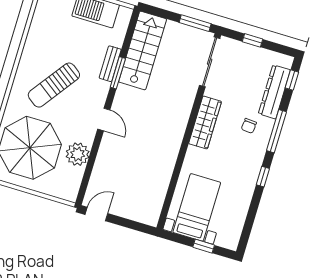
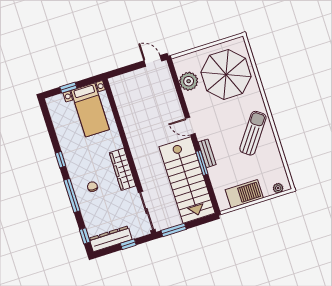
stairs: (143, 50) -> (187, 180), width x1.36, depth x1.51
bench: (110, 64) -> (207, 153), moved
sun lounger: (54, 85) -> (253, 133), moved
dresser: (274, 92) -> (111, 239), moved, turned -90
plant: (78, 154) -> (189, 81), moved
door: (96, 214) -> (153, 61), swing flipped

